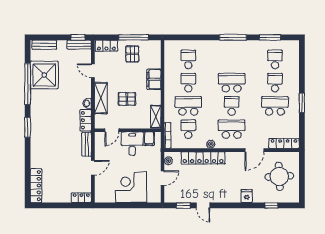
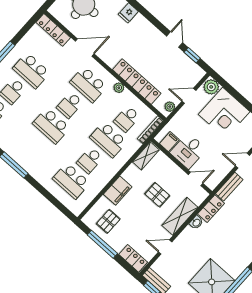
pallet: (132, 54) -> (108, 221), moved
school desk: (188, 59) -> (71, 181), width x1.85
door: (93, 71) -> (165, 247), swing flipped
plant: (154, 196) -> (211, 87), added

